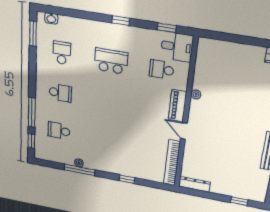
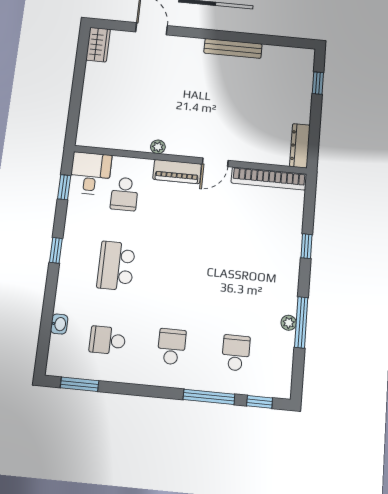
washbasin: (51, 18) -> (59, 324), moved
school desk: (59, 131) -> (236, 353), turned 180

